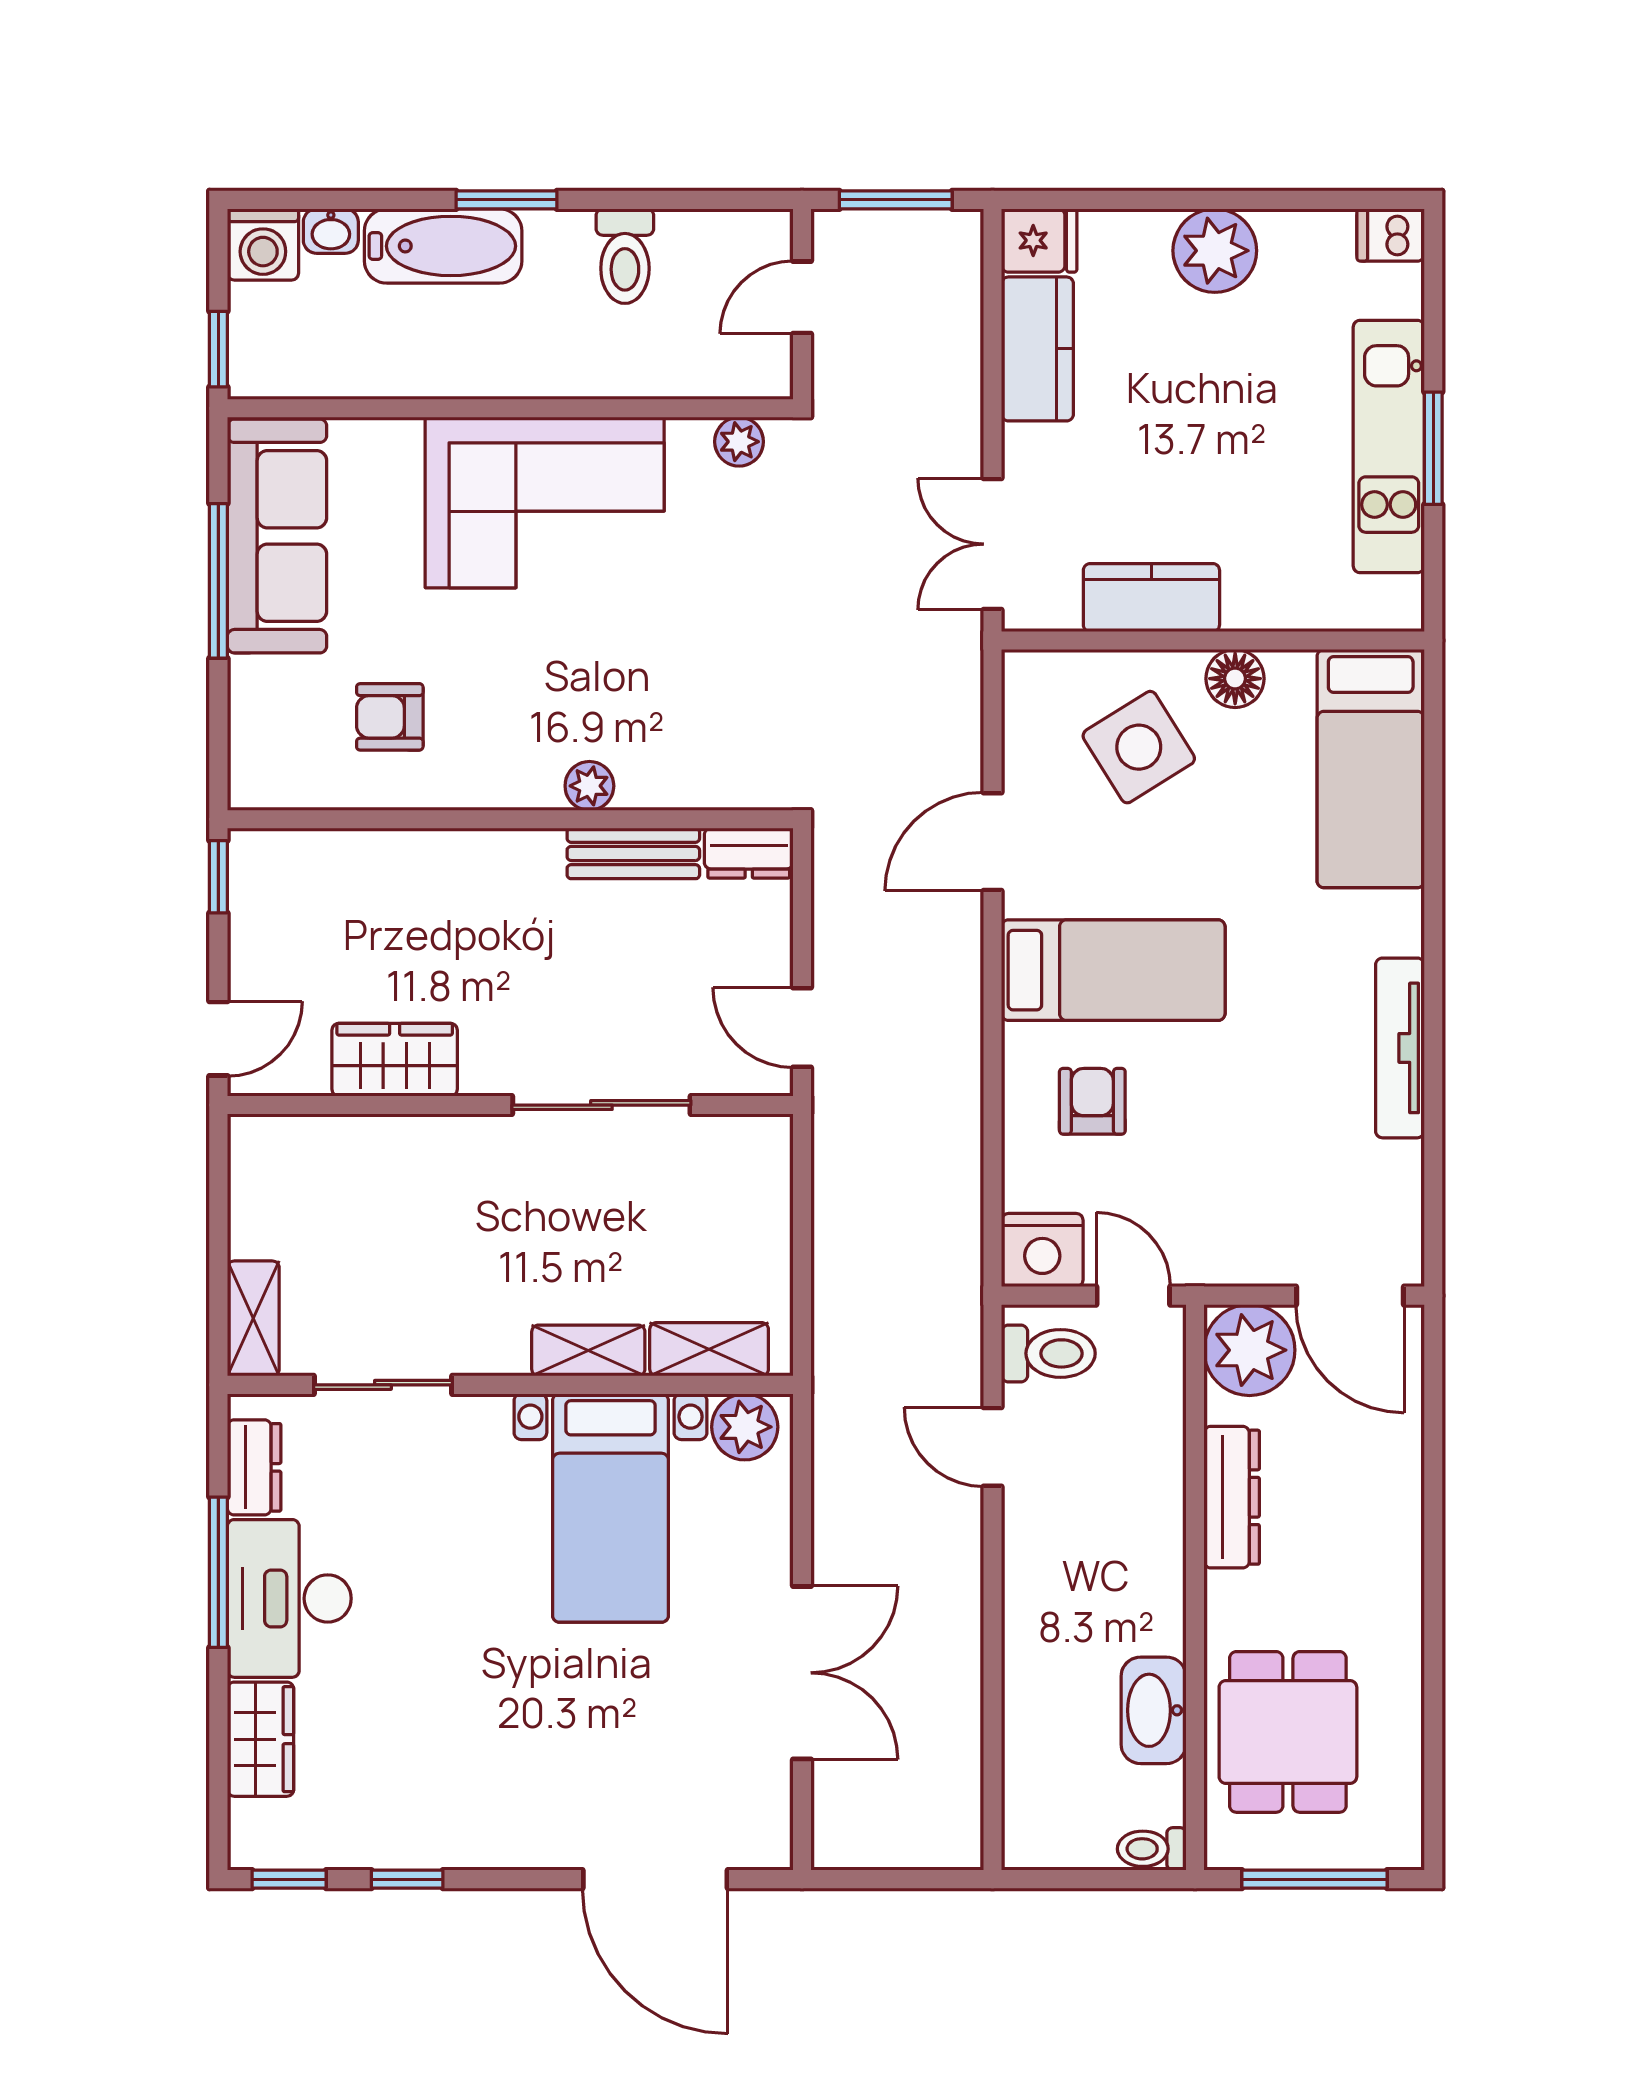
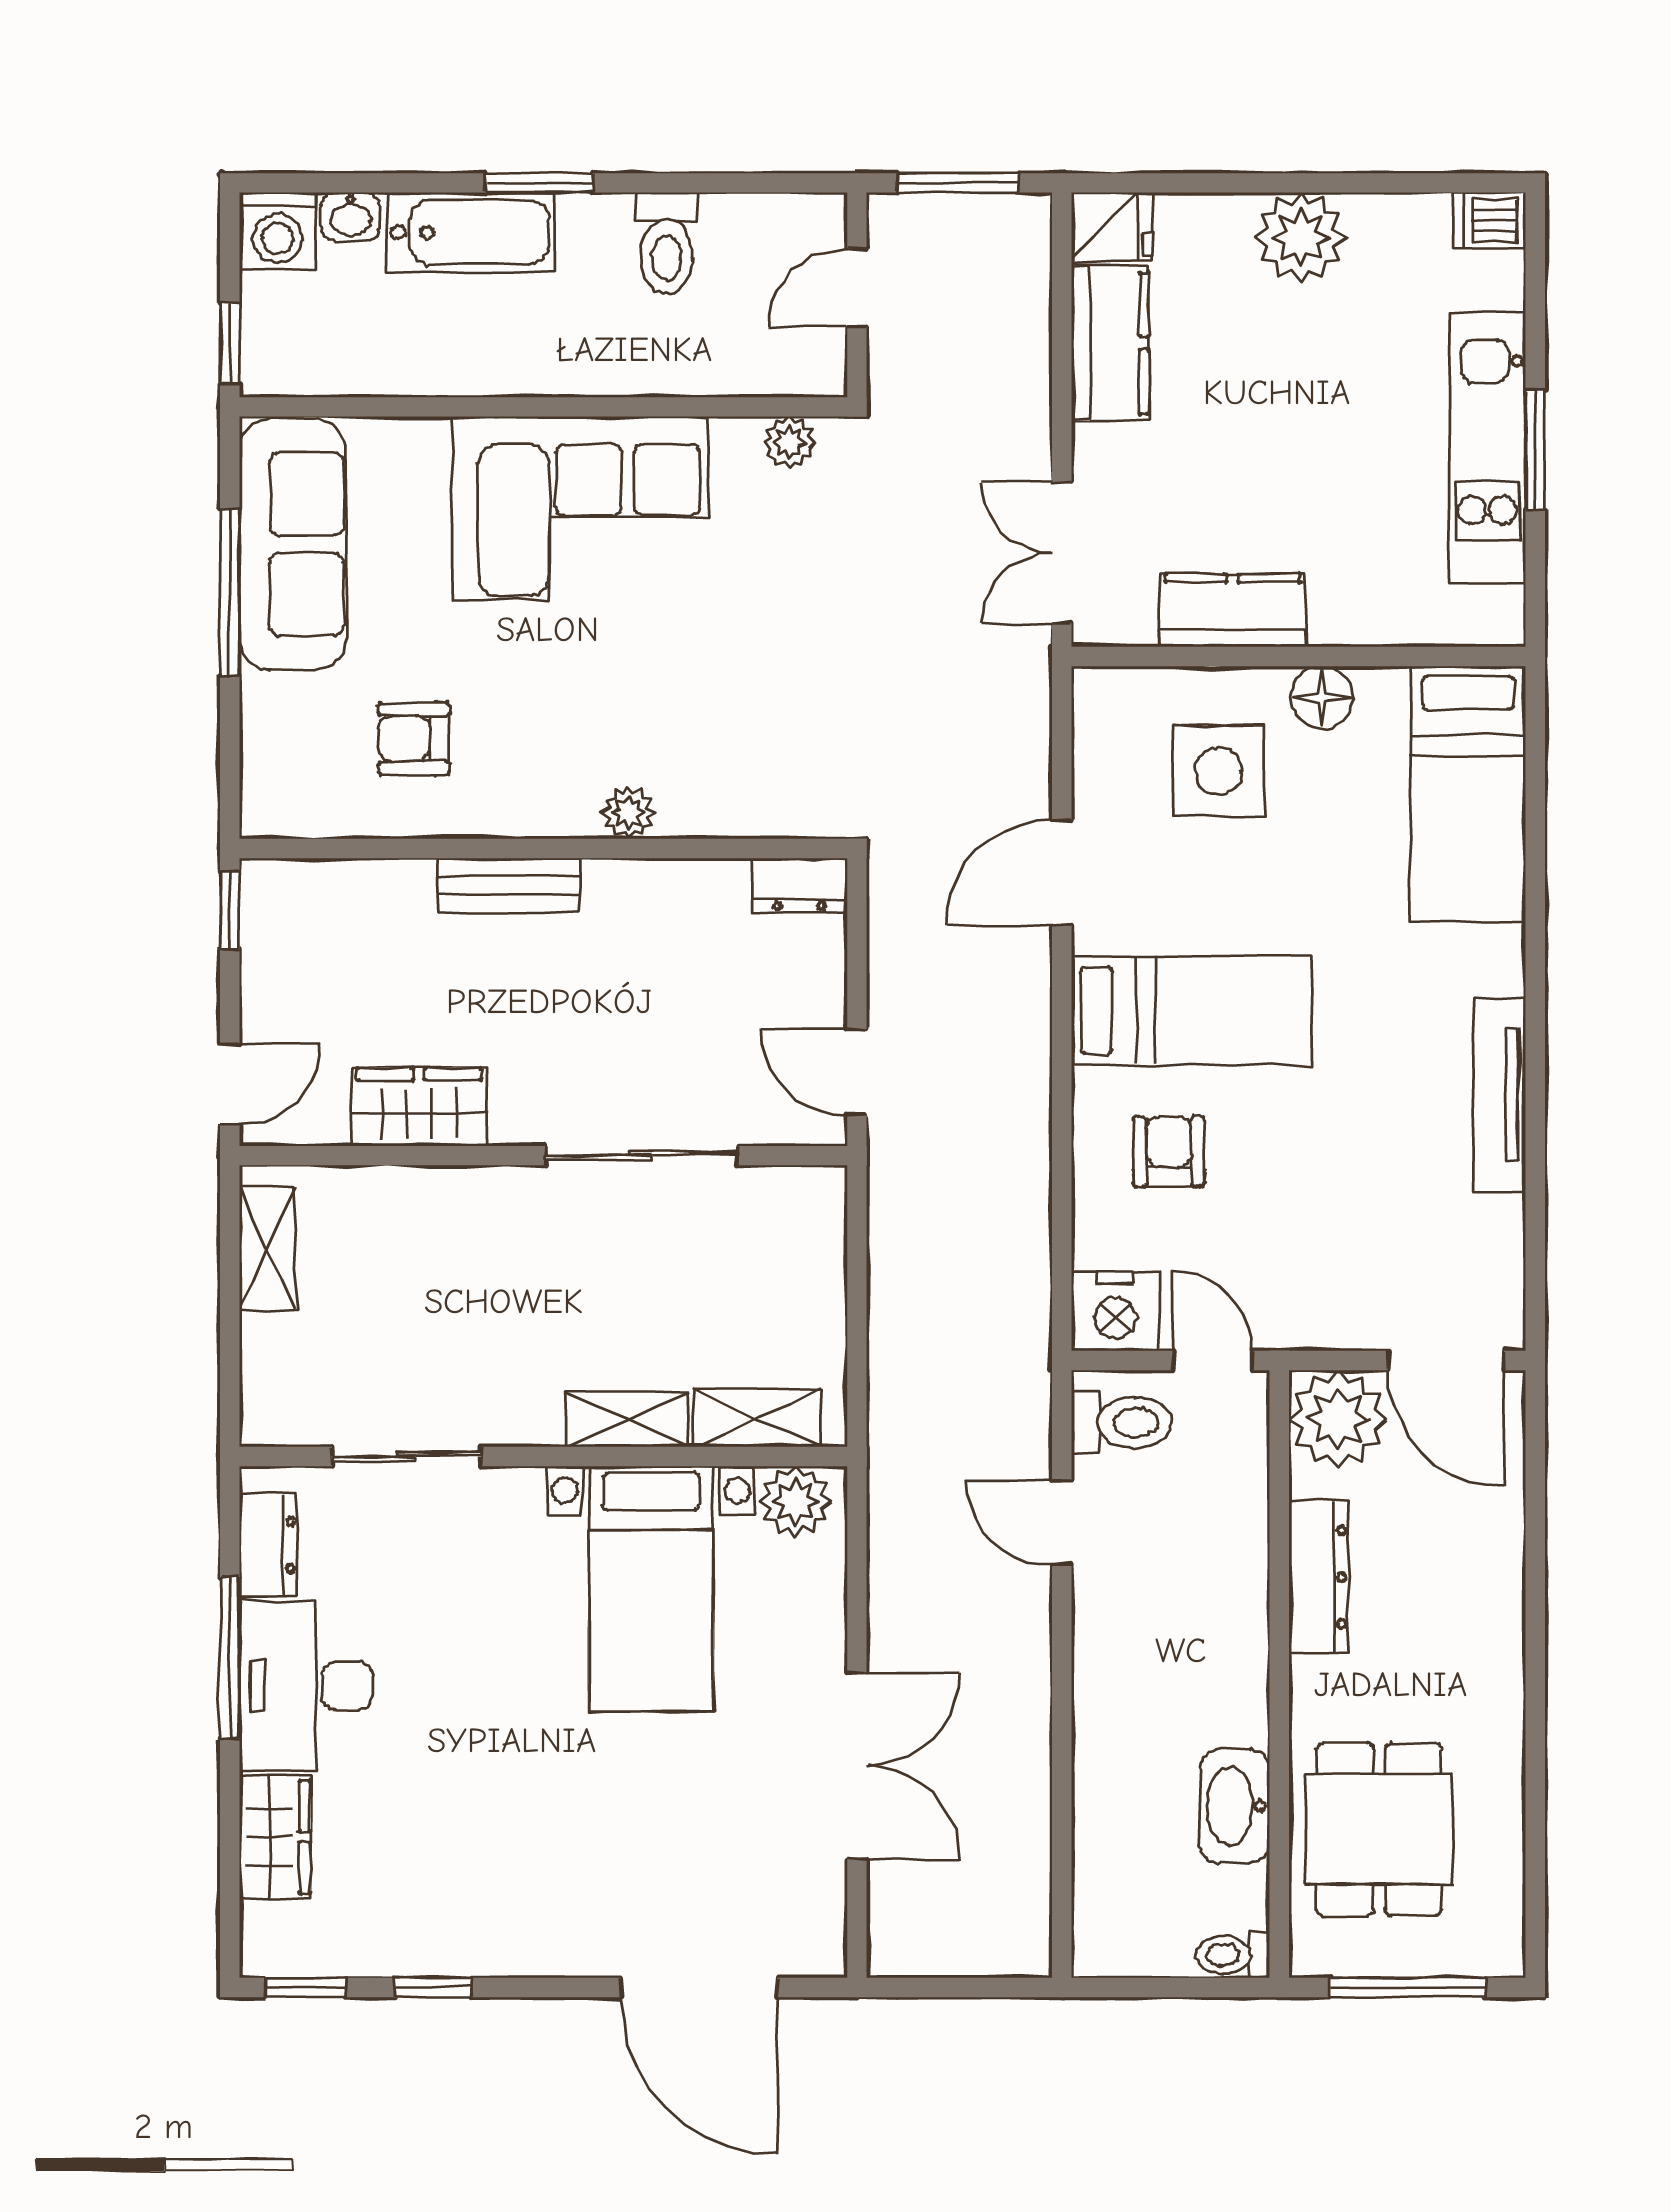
side table: (1139, 747) -> (1219, 771), turned 32
bench: (633, 853) -> (508, 885), moved
shelving: (253, 1318) -> (267, 1248), moved

